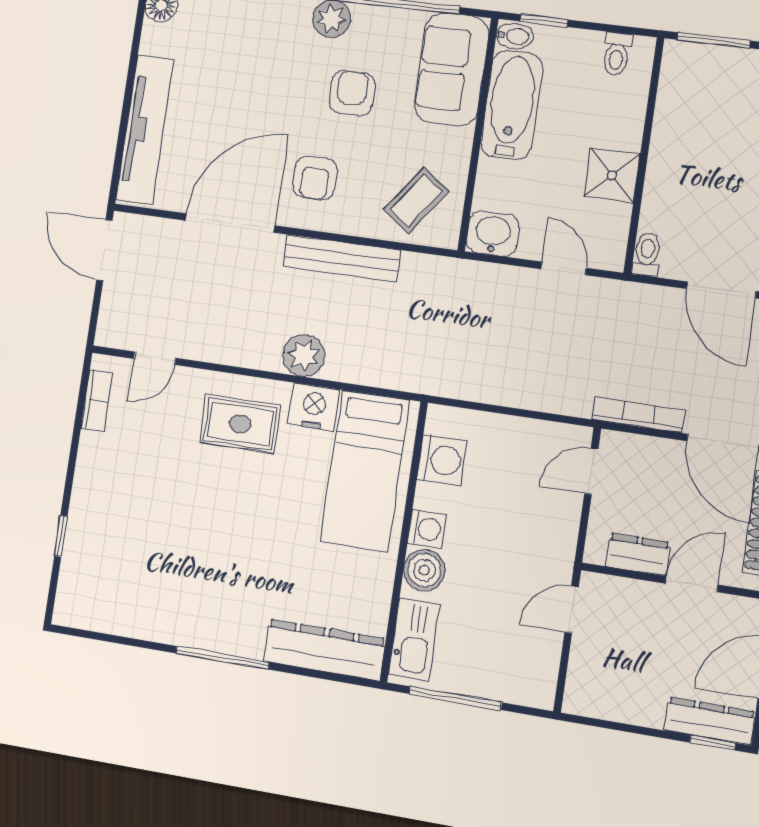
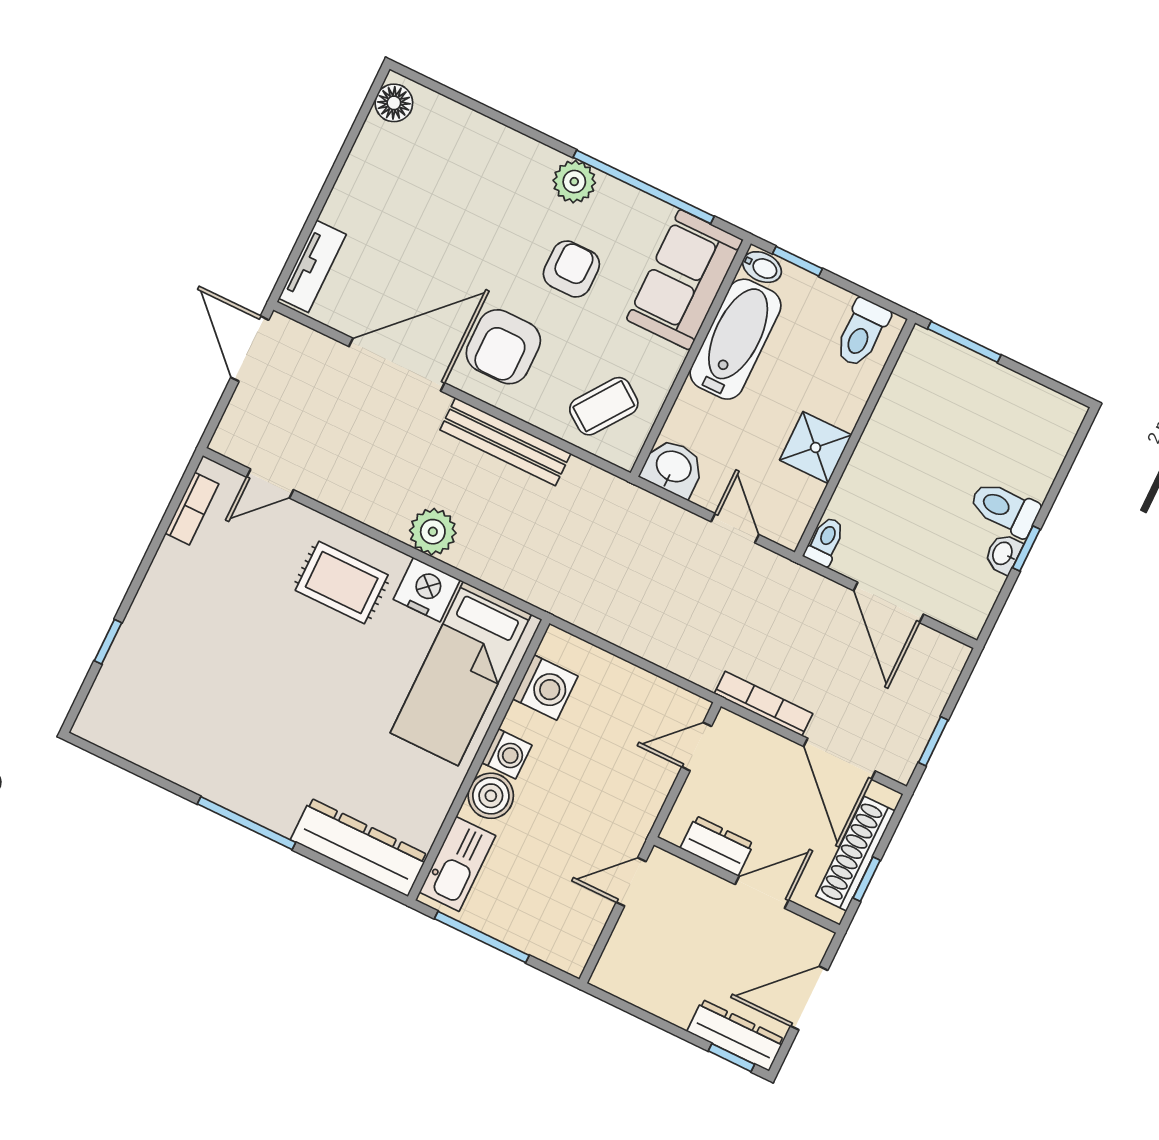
toilet: (617, 54) -> (862, 333), width x1.37, depth x1.39
tv unit: (145, 130) -> (312, 266), width x0.52, depth x0.78
armchair: (315, 178) -> (503, 347), width x1.38, depth x1.38

